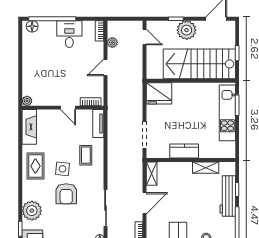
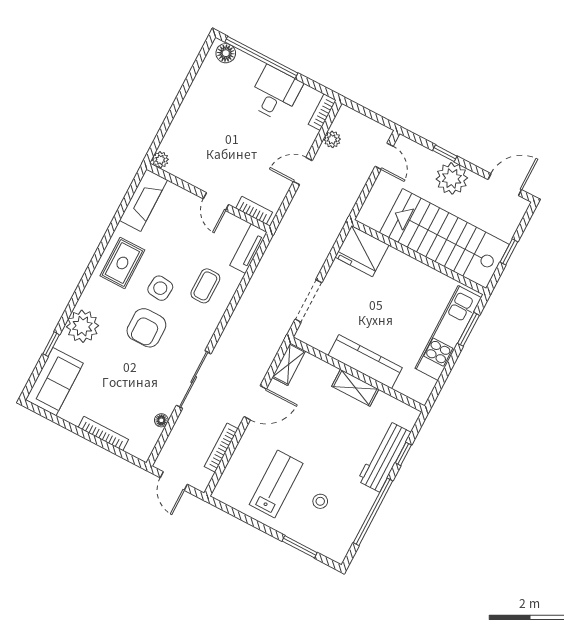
kitchen counter: (184, 151) -> (365, 362), width x1.50
shelving: (206, 168) -> (355, 388), moved

